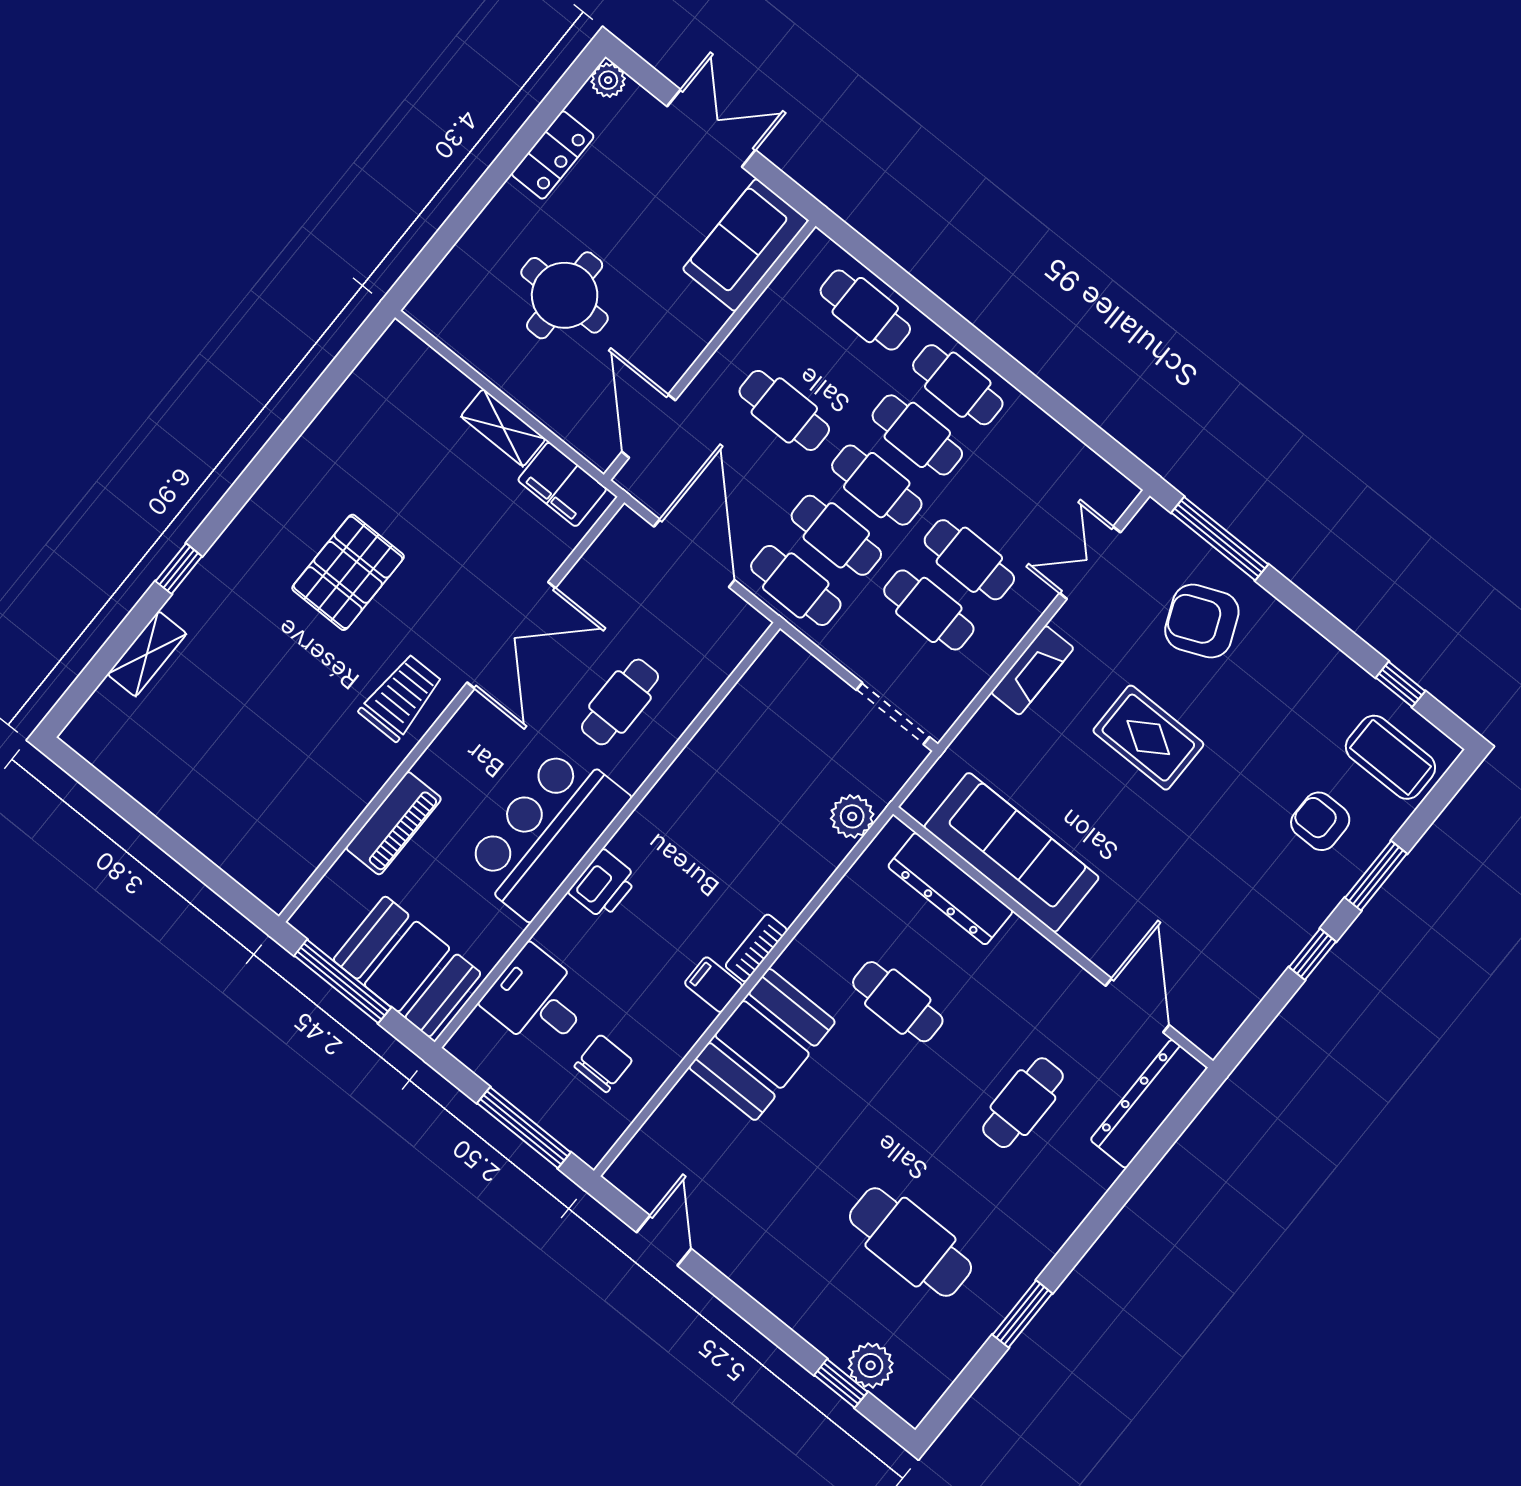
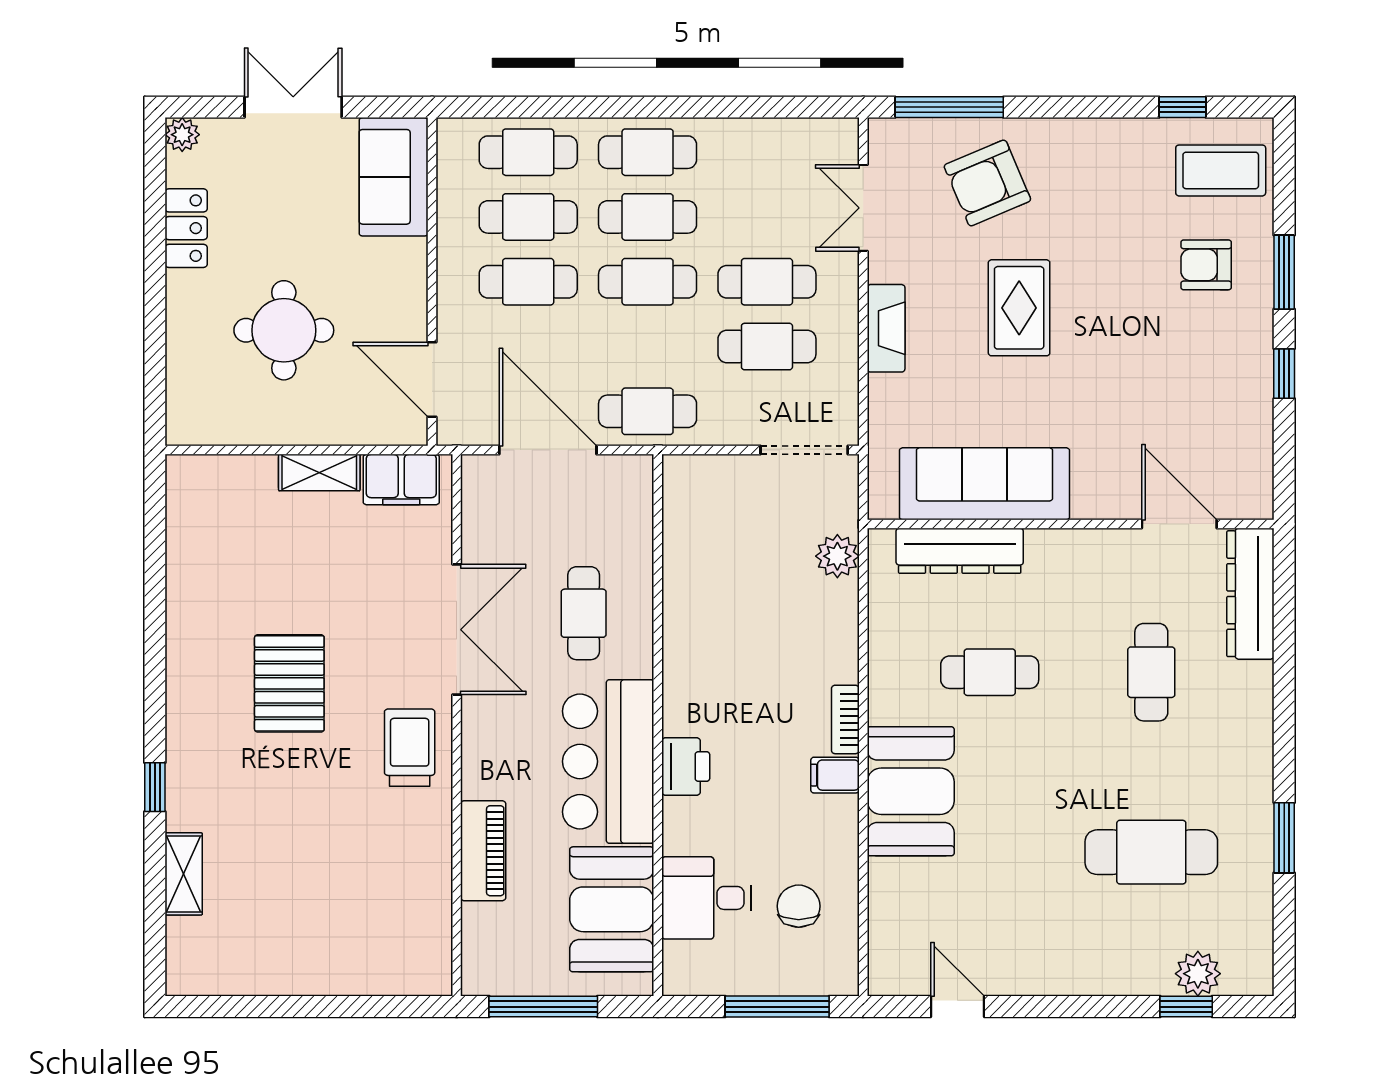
cafe table: (836, 535) -> (528, 217), moved
rug: (1148, 738) -> (1019, 308), turned 90
booth: (407, 967) -> (612, 909), moved, turned 90

